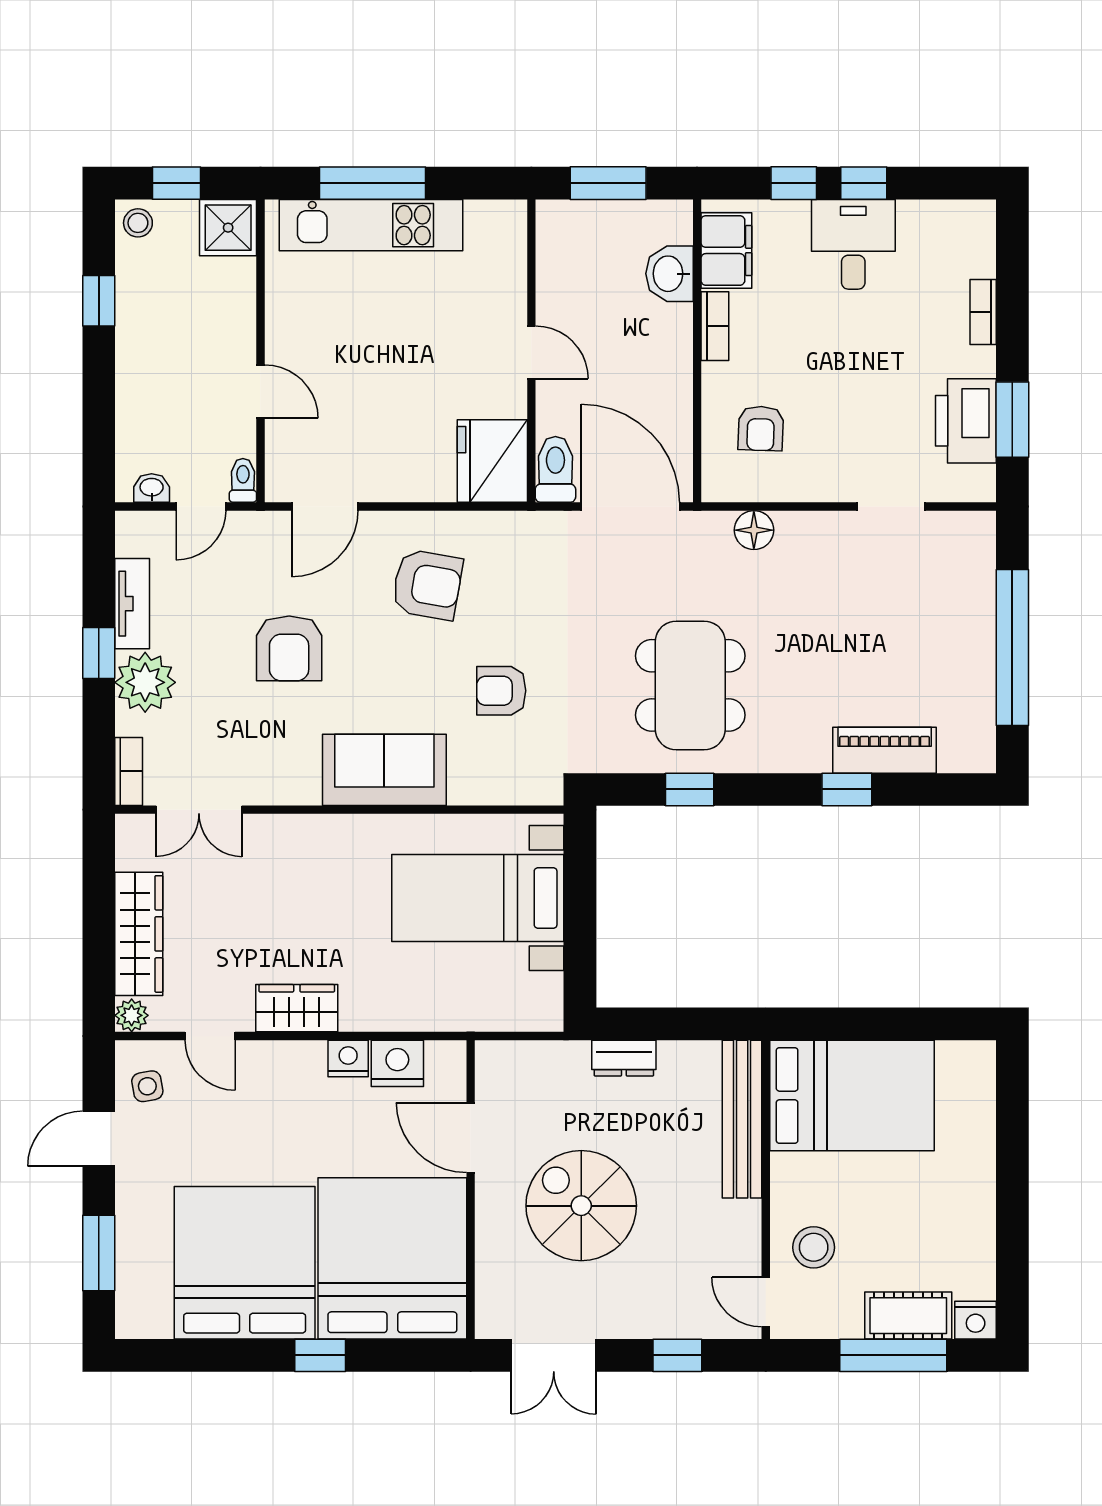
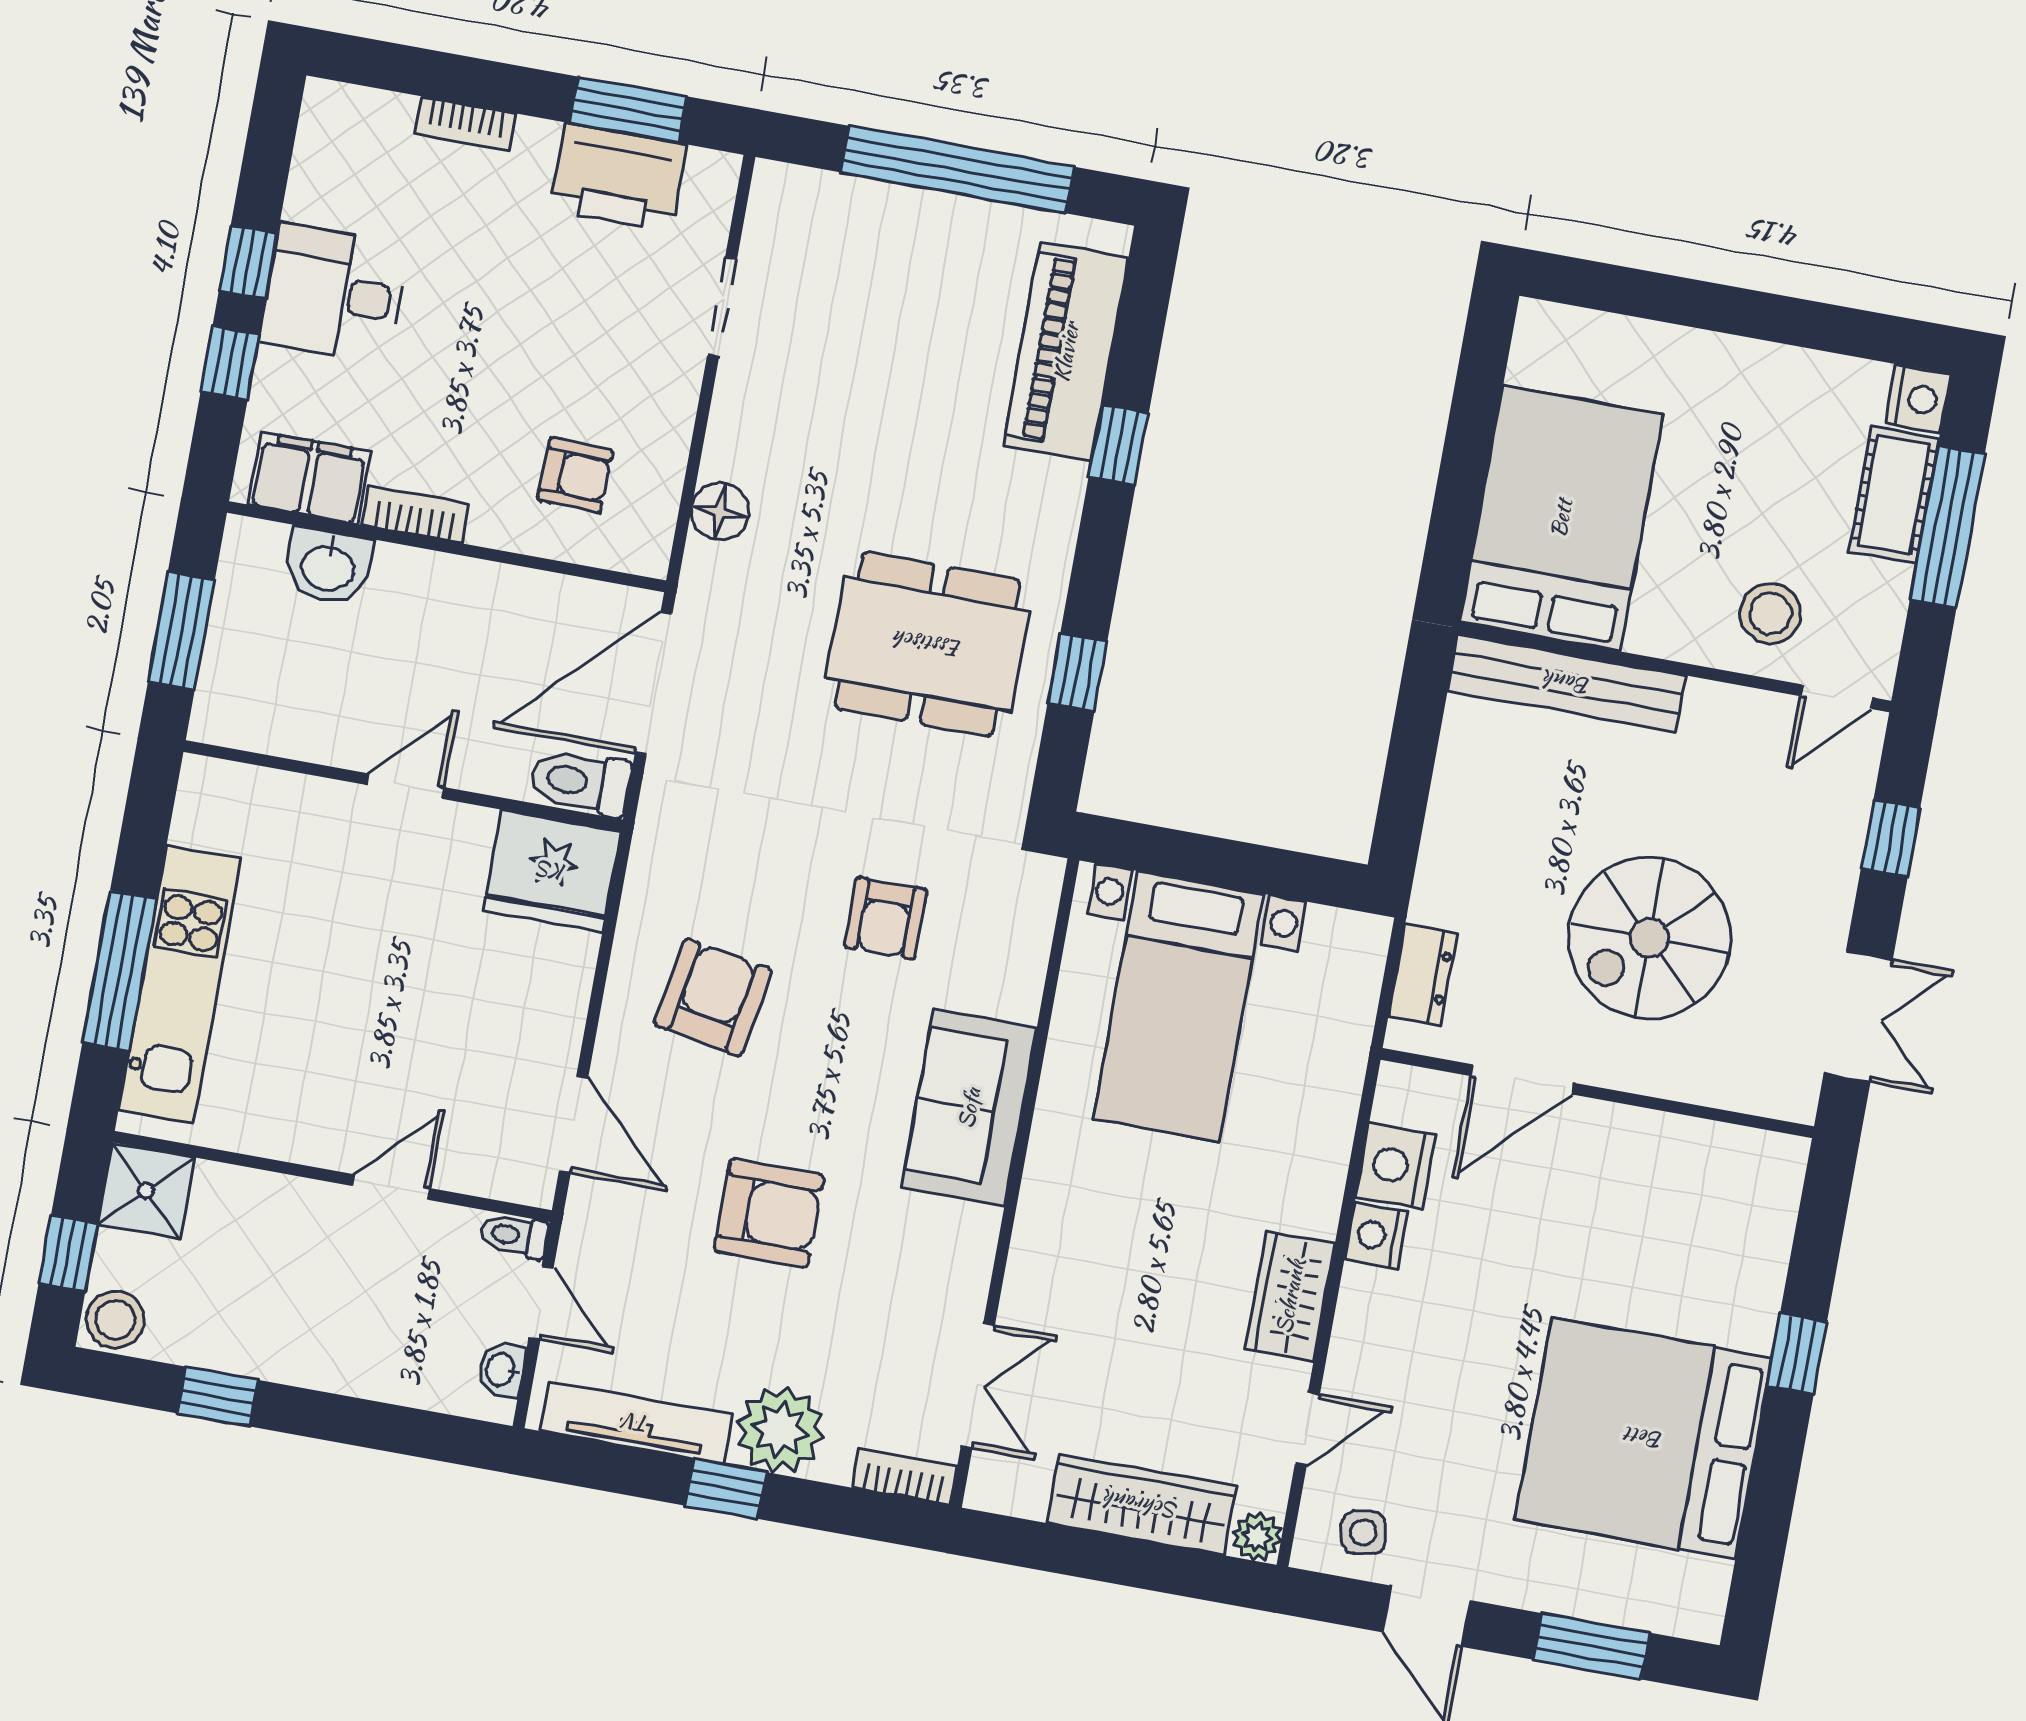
stool: (138, 223) -> (115, 1320), width x1.37, depth x1.37
tv unit: (132, 604) -> (637, 1423), width x1.41
piano: (885, 750) -> (1066, 352), width x1.37, depth x1.33
dresser: (624, 1058) -> (1423, 975), moved
bed: (392, 1258) -> (1676, 1224), removed

